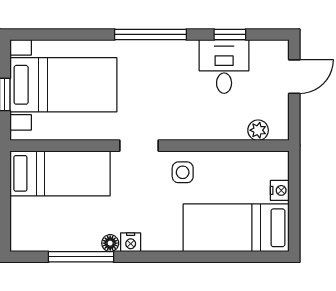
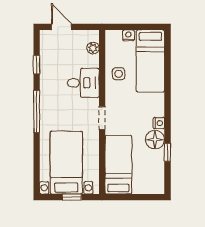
desk: (224, 66) -> (83, 83), moved, turned 180
side table: (183, 172) -> (119, 74), moved
floor lamp: (110, 243) -> (155, 140), width x1.89, depth x1.89
window: (81, 257) -> (167, 152), width x0.46

